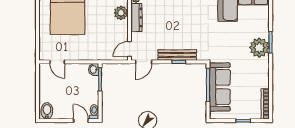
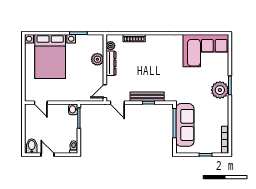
door: (144, 62) -> (117, 103), hinge flipped
door: (81, 121) -> (47, 155), moved

